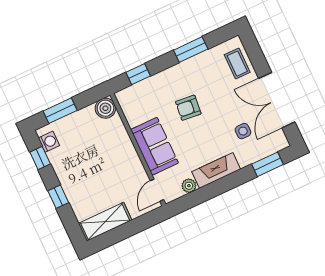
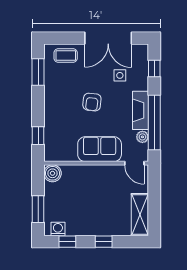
window: (191, 50) -> (38, 72), moved
armchair: (188, 108) -> (92, 102), moved
window: (268, 164) -> (154, 69), width x0.67
window: (210, 191) -> (154, 122), added

